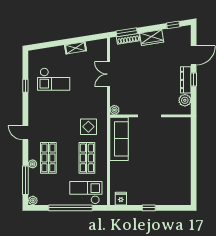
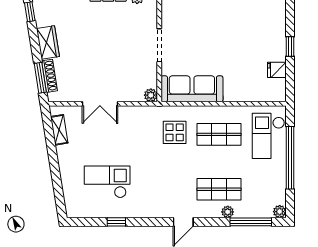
shelving: (76, 48) -> (59, 130), moved
checkout: (54, 79) -> (107, 182), turned -90
fridge: (121, 199) -> (277, 70), moved

